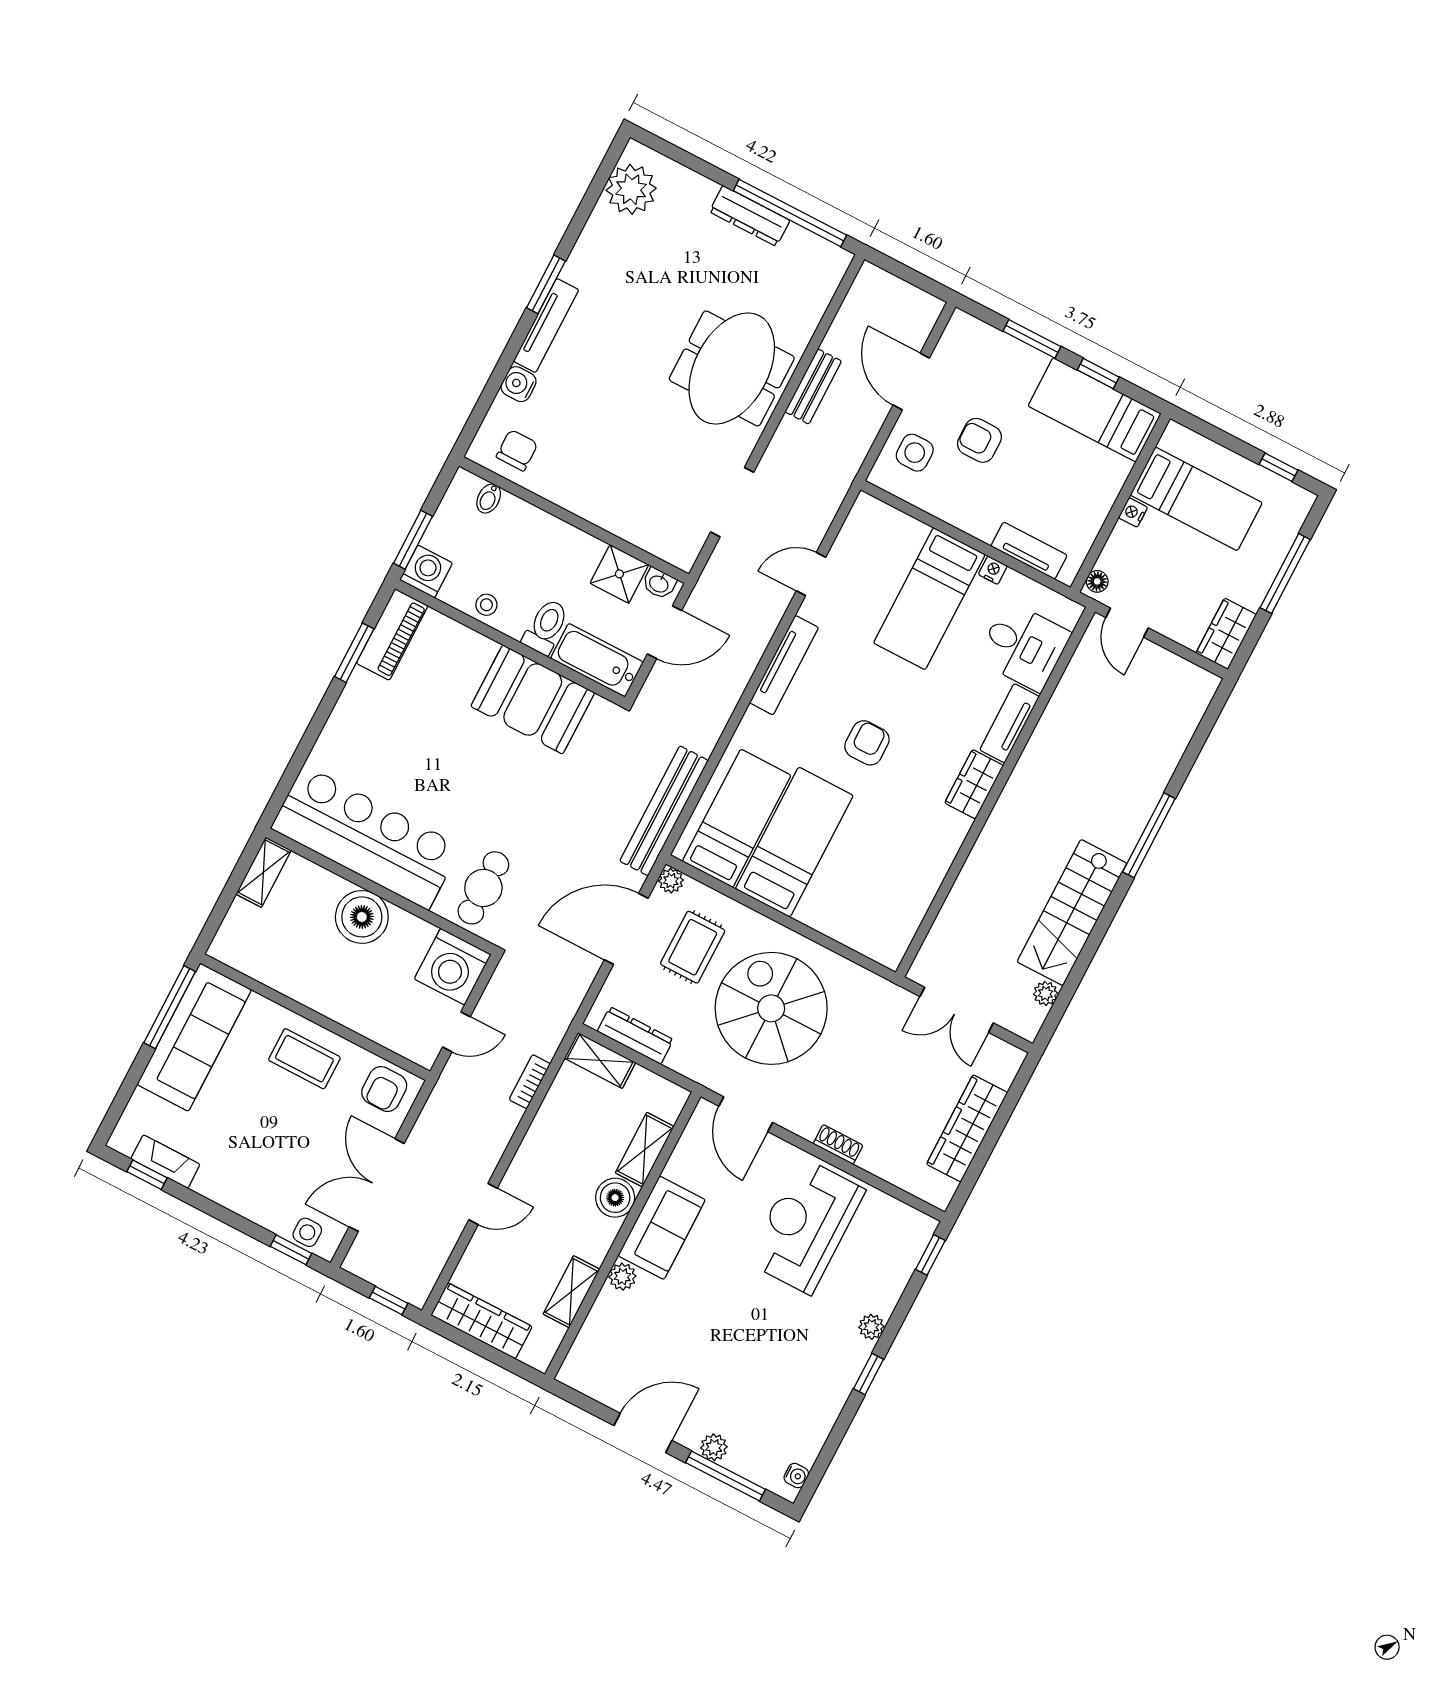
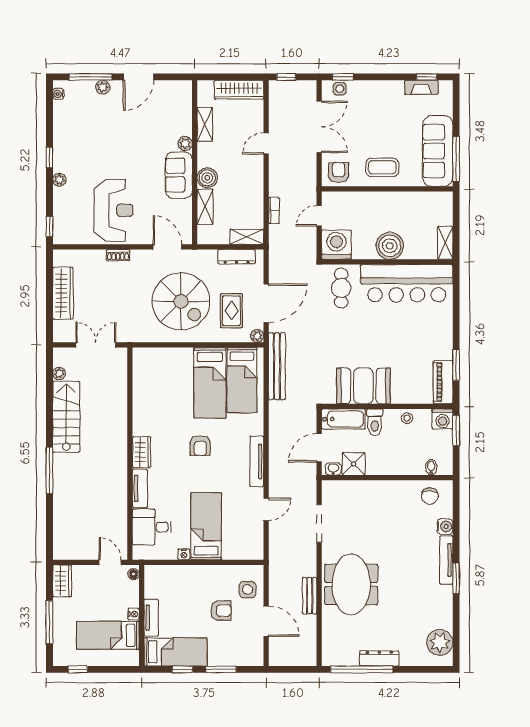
tv unit: (1029, 551) -> (151, 618), moved, turned -90

